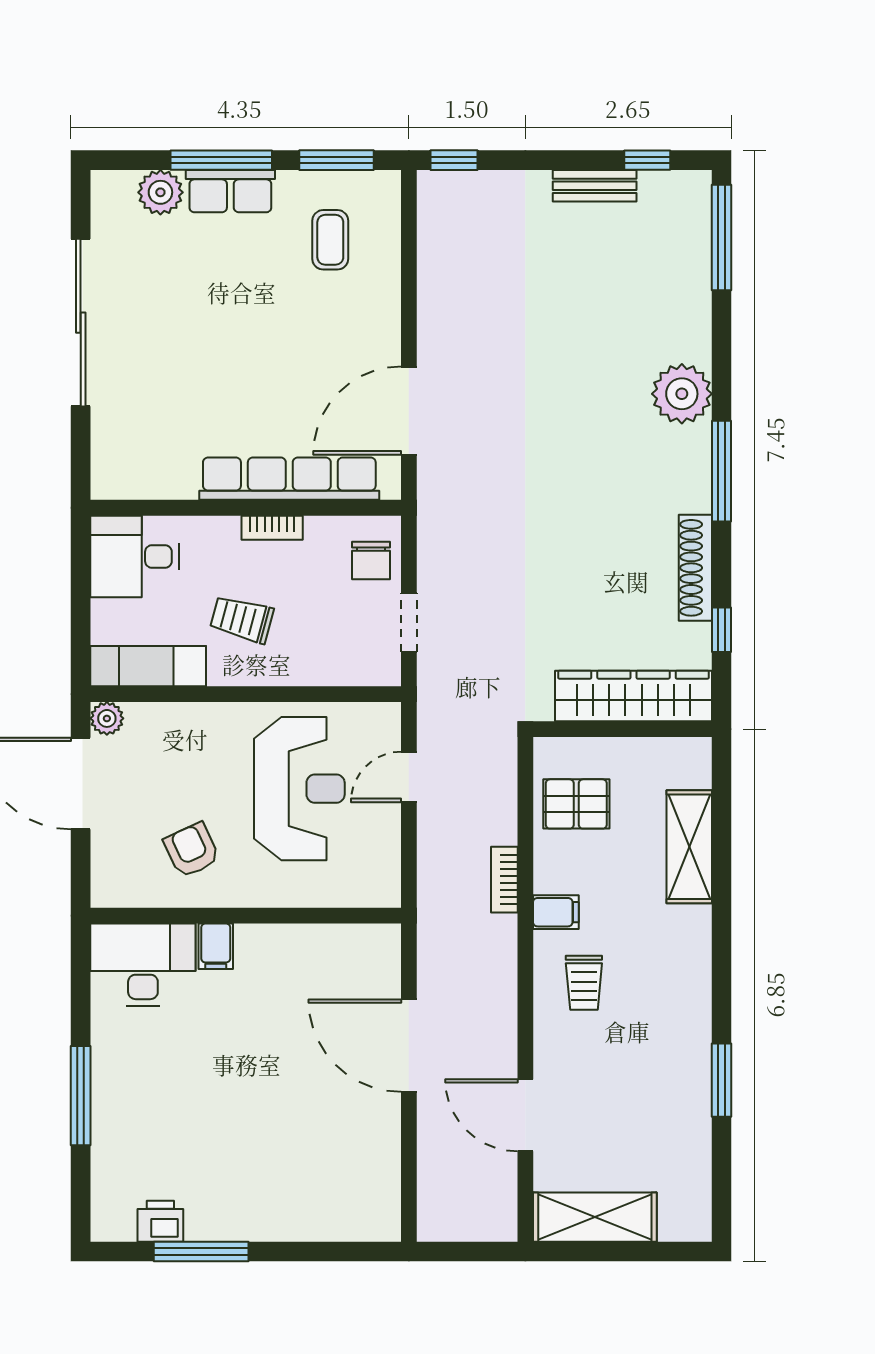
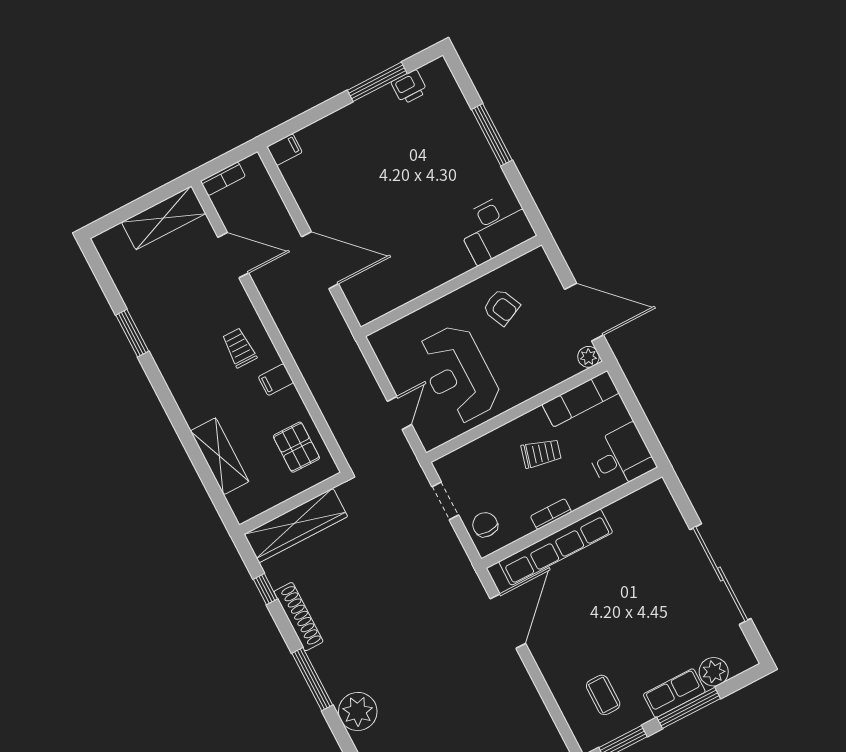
pallet: (576, 804) -> (296, 447), turned 90
bookcase: (504, 880) -> (223, 179), moved, turned 90
filing cabinet: (216, 946) -> (284, 149), moved, turned 90

